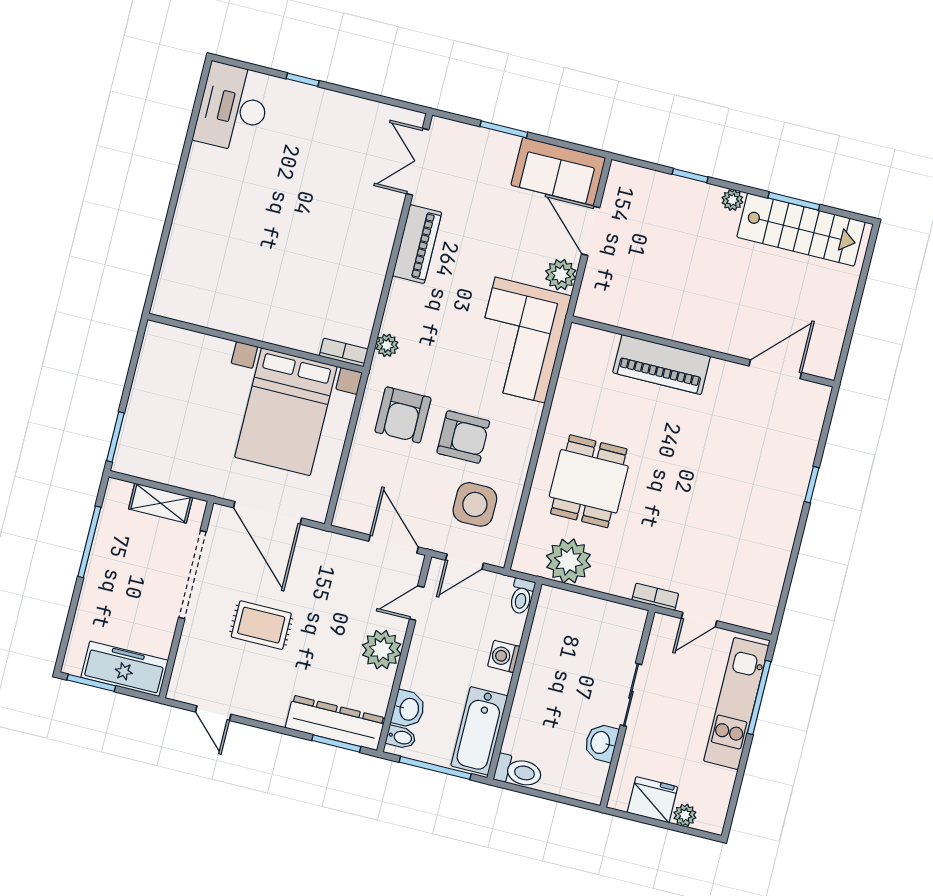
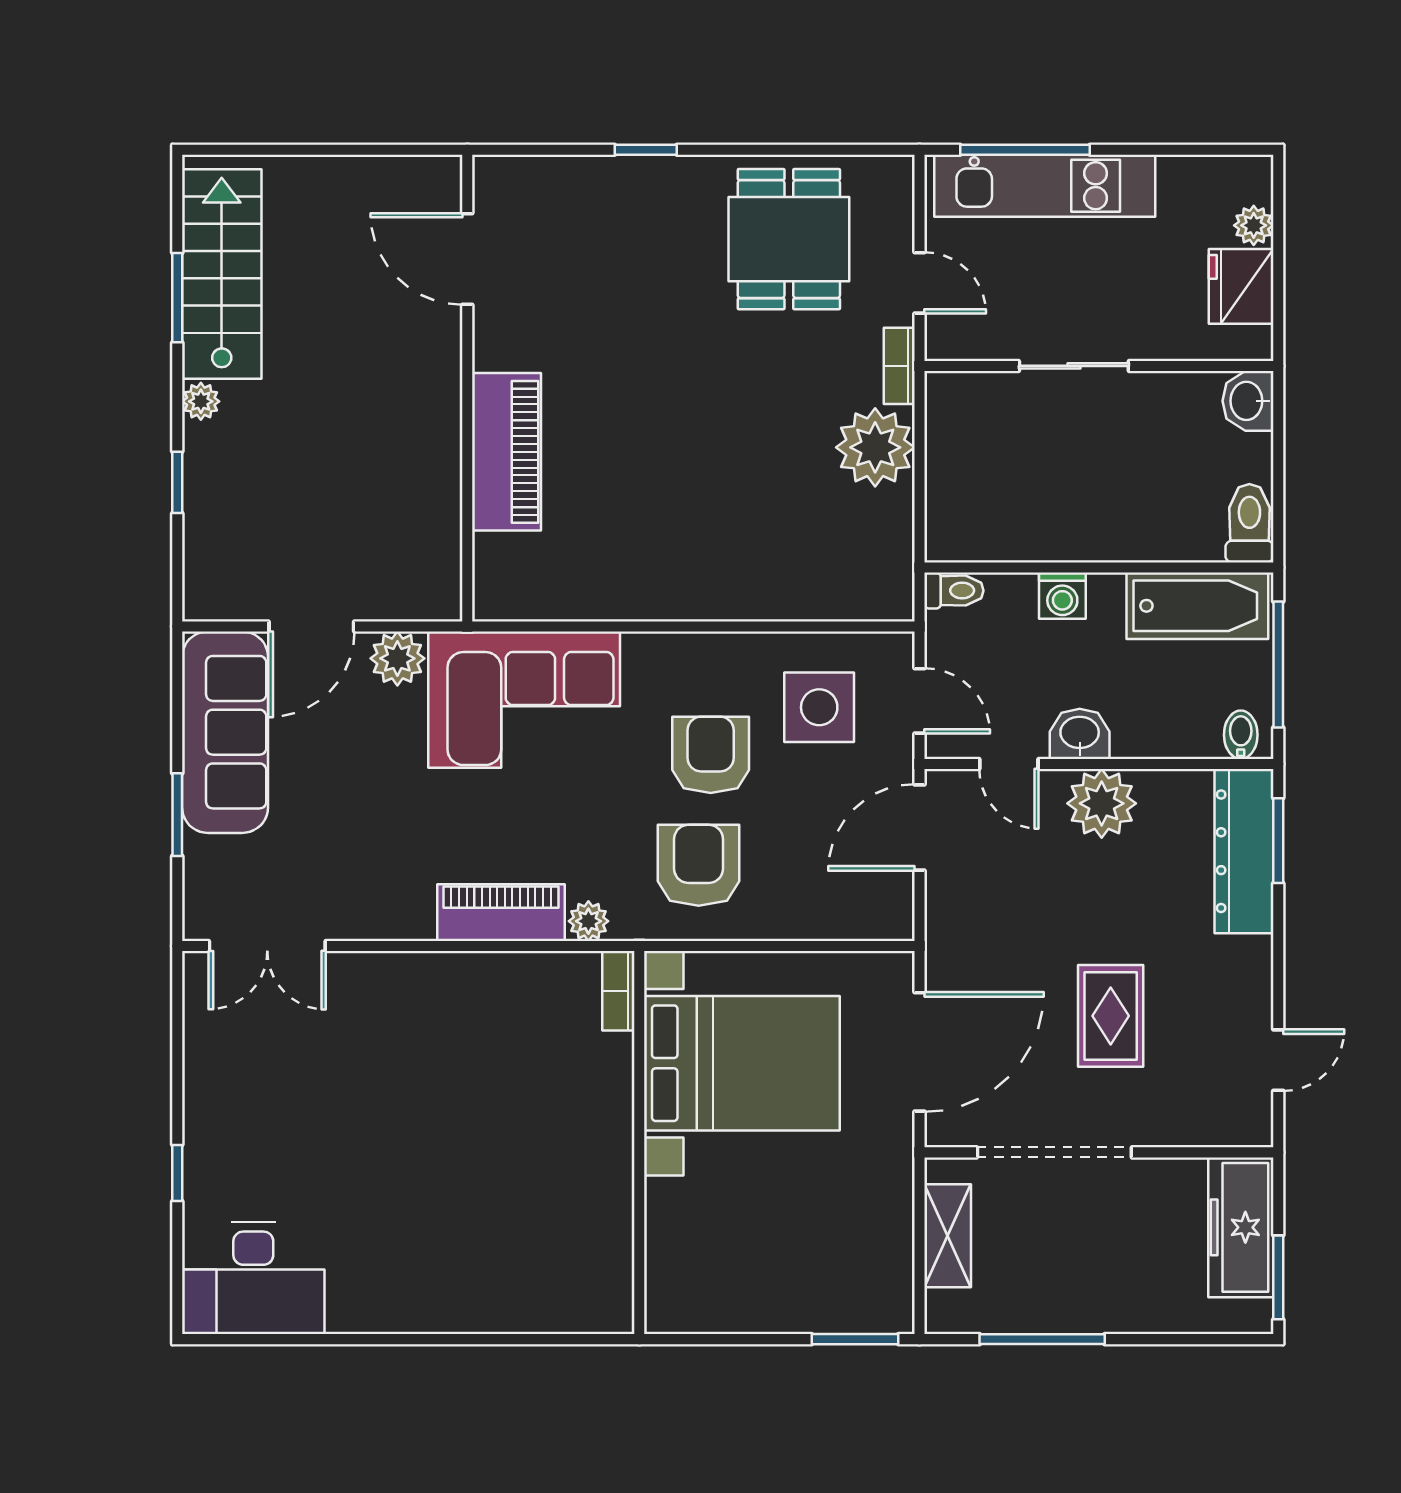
sofa: (558, 171) -> (225, 732), width x1.36
piano: (417, 244) -> (501, 913), moved
armchair: (403, 415) -> (699, 865), turned -90
dining table: (589, 481) -> (789, 239), moved, turned 90
plant: (569, 561) -> (875, 447), moved
washbasin: (408, 709) -> (1080, 734), moved
washbasin: (601, 743) -> (1248, 401), moved, turned 90

